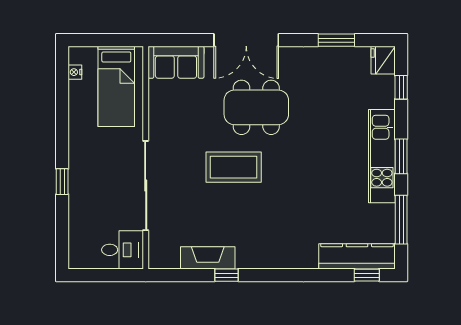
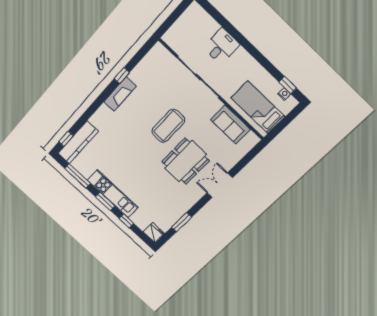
double door: (246, 40) -> (220, 185), width x0.73
sofa: (176, 62) -> (230, 125), moved, turned -90
window: (401, 87) -> (126, 221), moved
window: (62, 182) -> (288, 85), moved
desk: (123, 250) -> (221, 46), moved, turned 180
fireplace: (208, 258) -> (120, 94), moved

